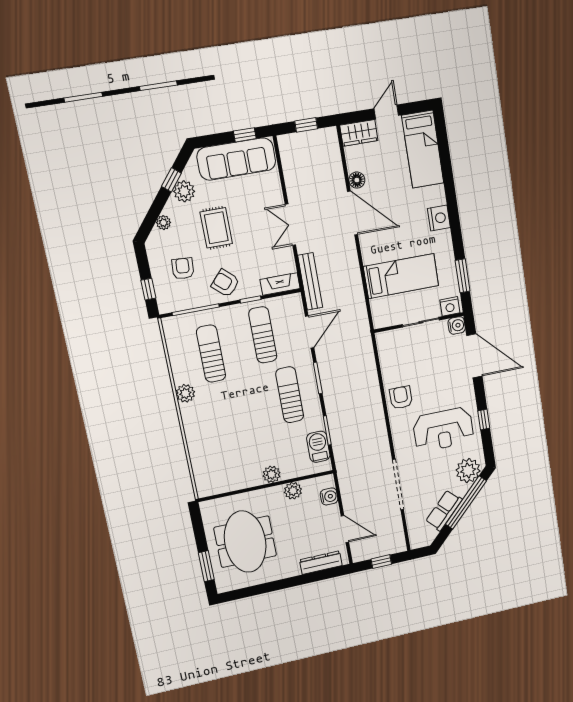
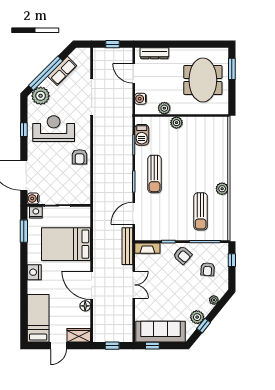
rug: (216, 228) -> (181, 291), removed
bed: (401, 276) -> (66, 244), width x1.50
sun lounger: (263, 335) -> (165, 217), removed

